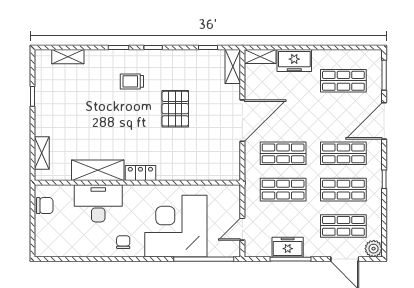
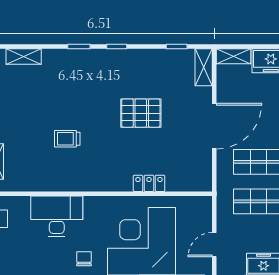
trolley: (132, 81) -> (67, 139), moved
pallet: (175, 109) -> (141, 113), turned 90
shelving: (98, 170) -> (56, 180), removed
locker: (140, 173) -> (149, 183), moved

